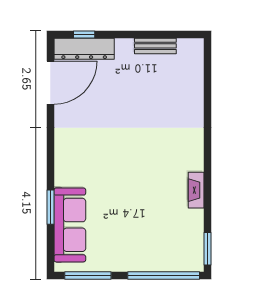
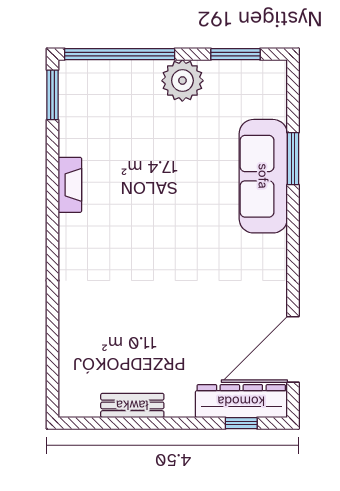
sofa: (70, 225) -> (263, 176), moved
plant: (123, 258) -> (182, 81), added
window: (88, 276) -> (235, 54), width x0.69

